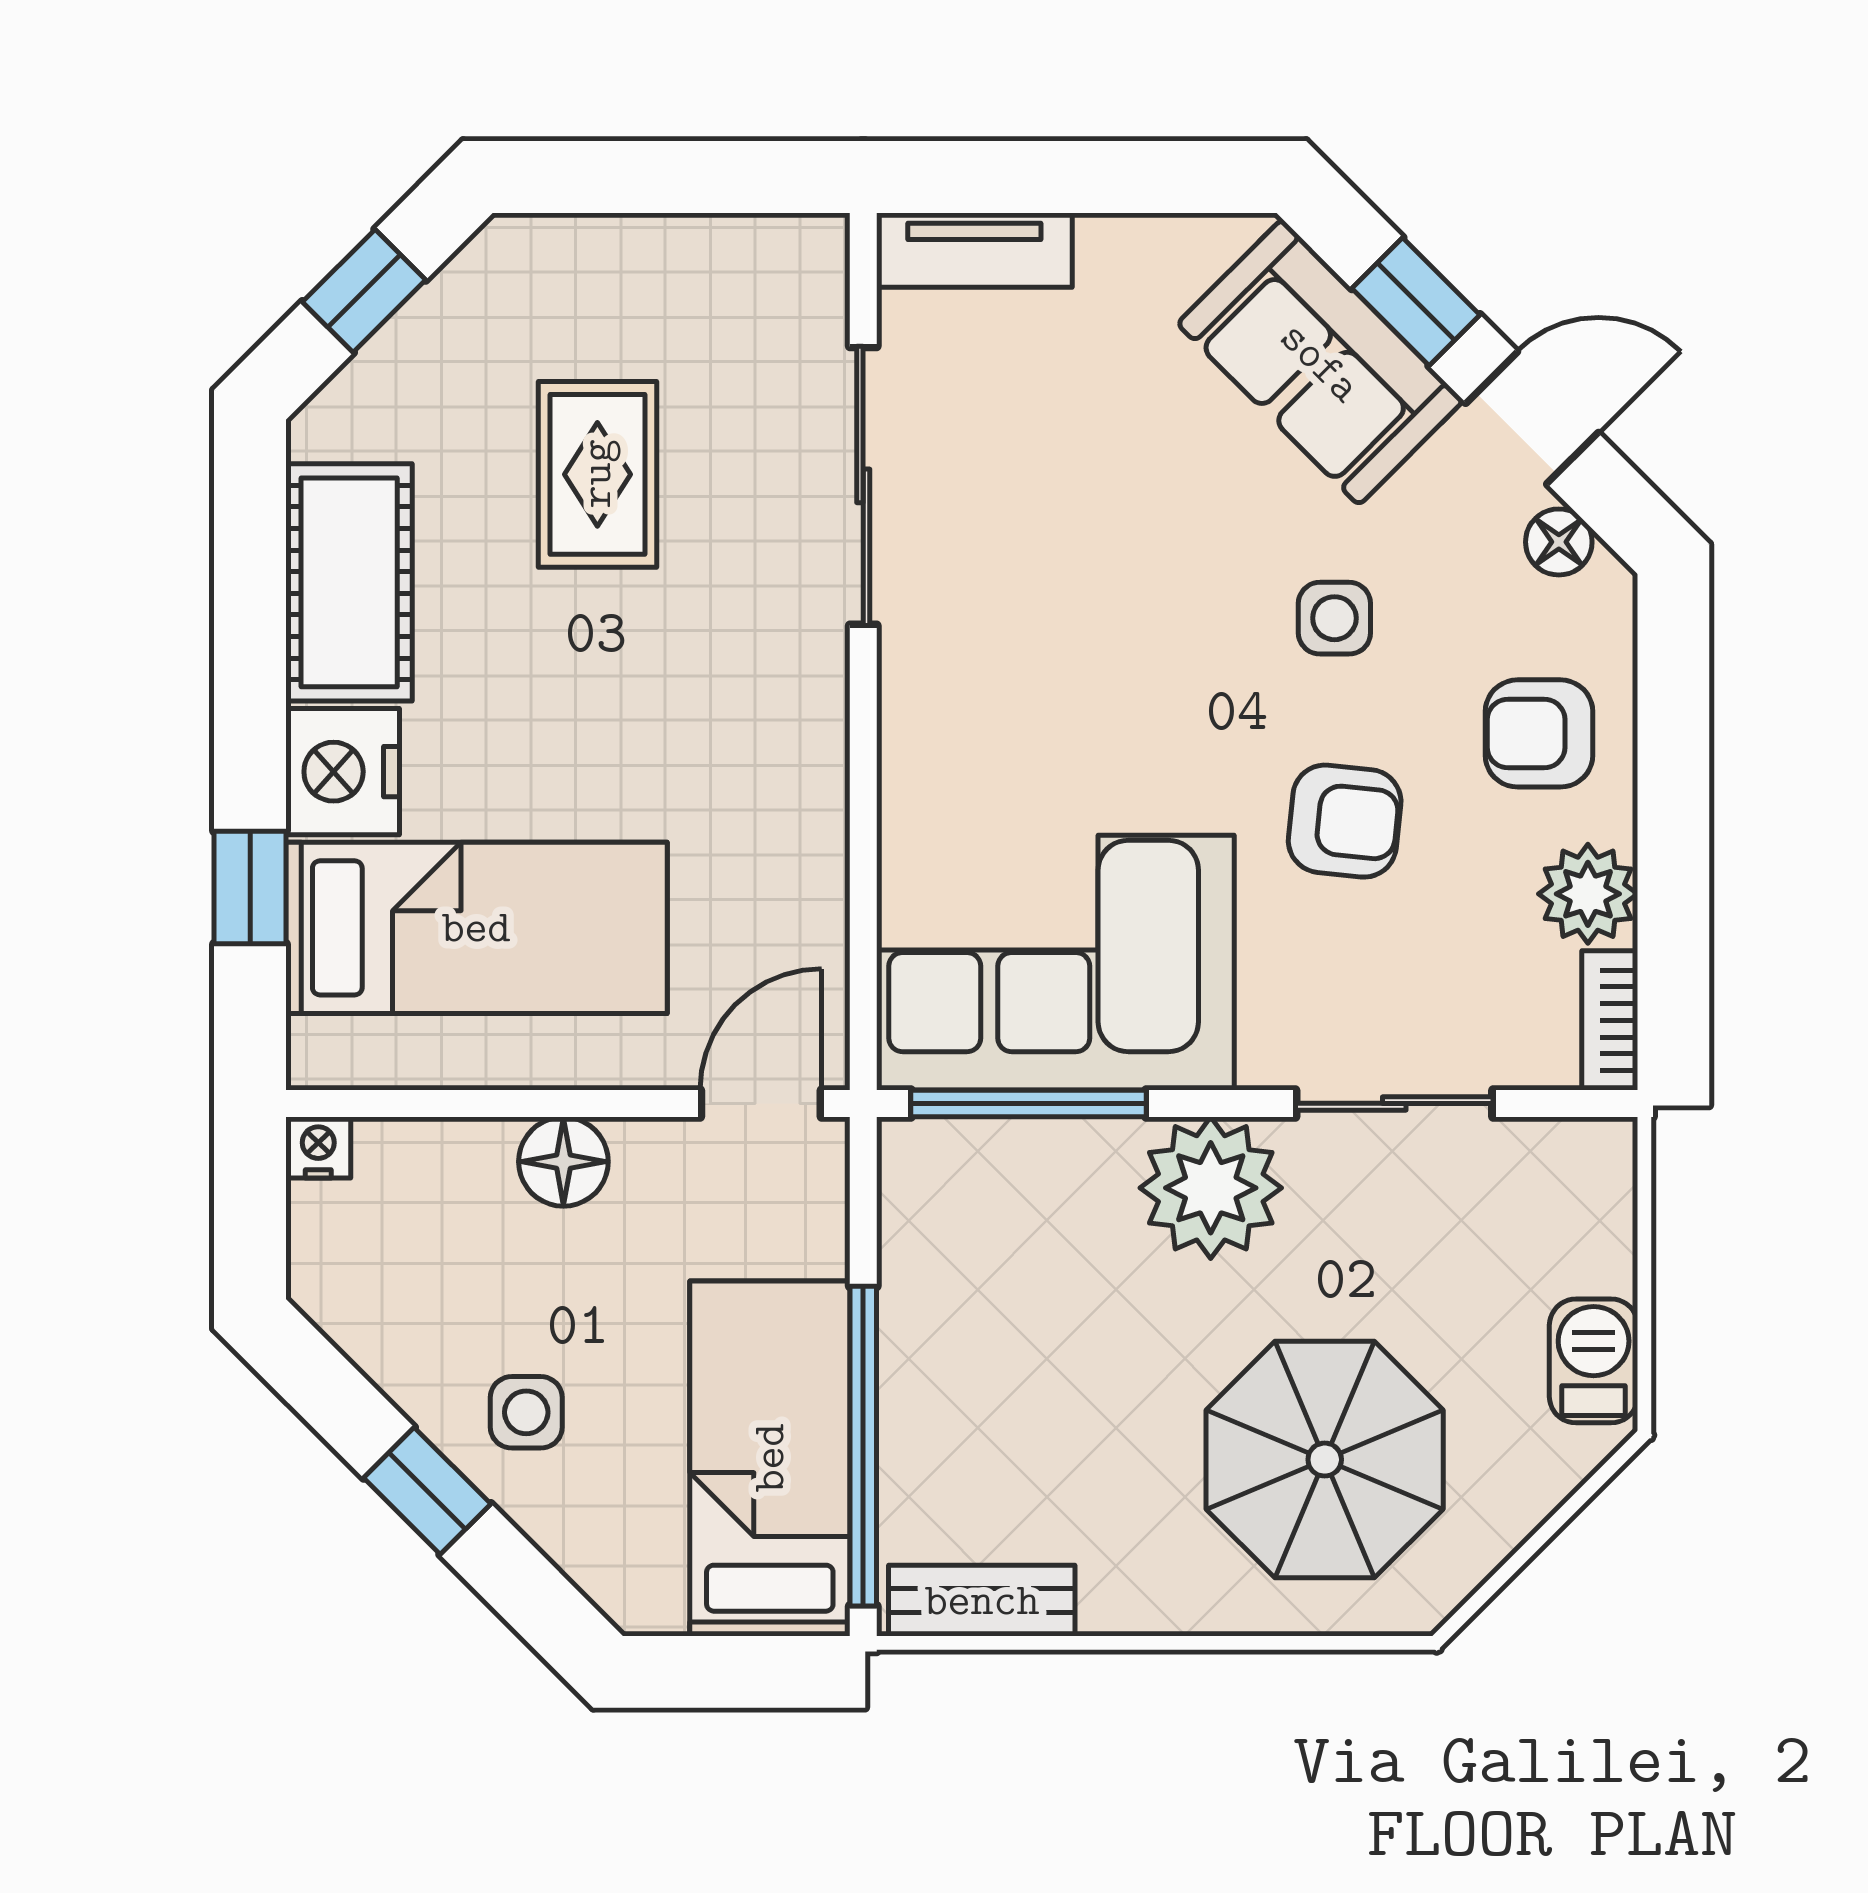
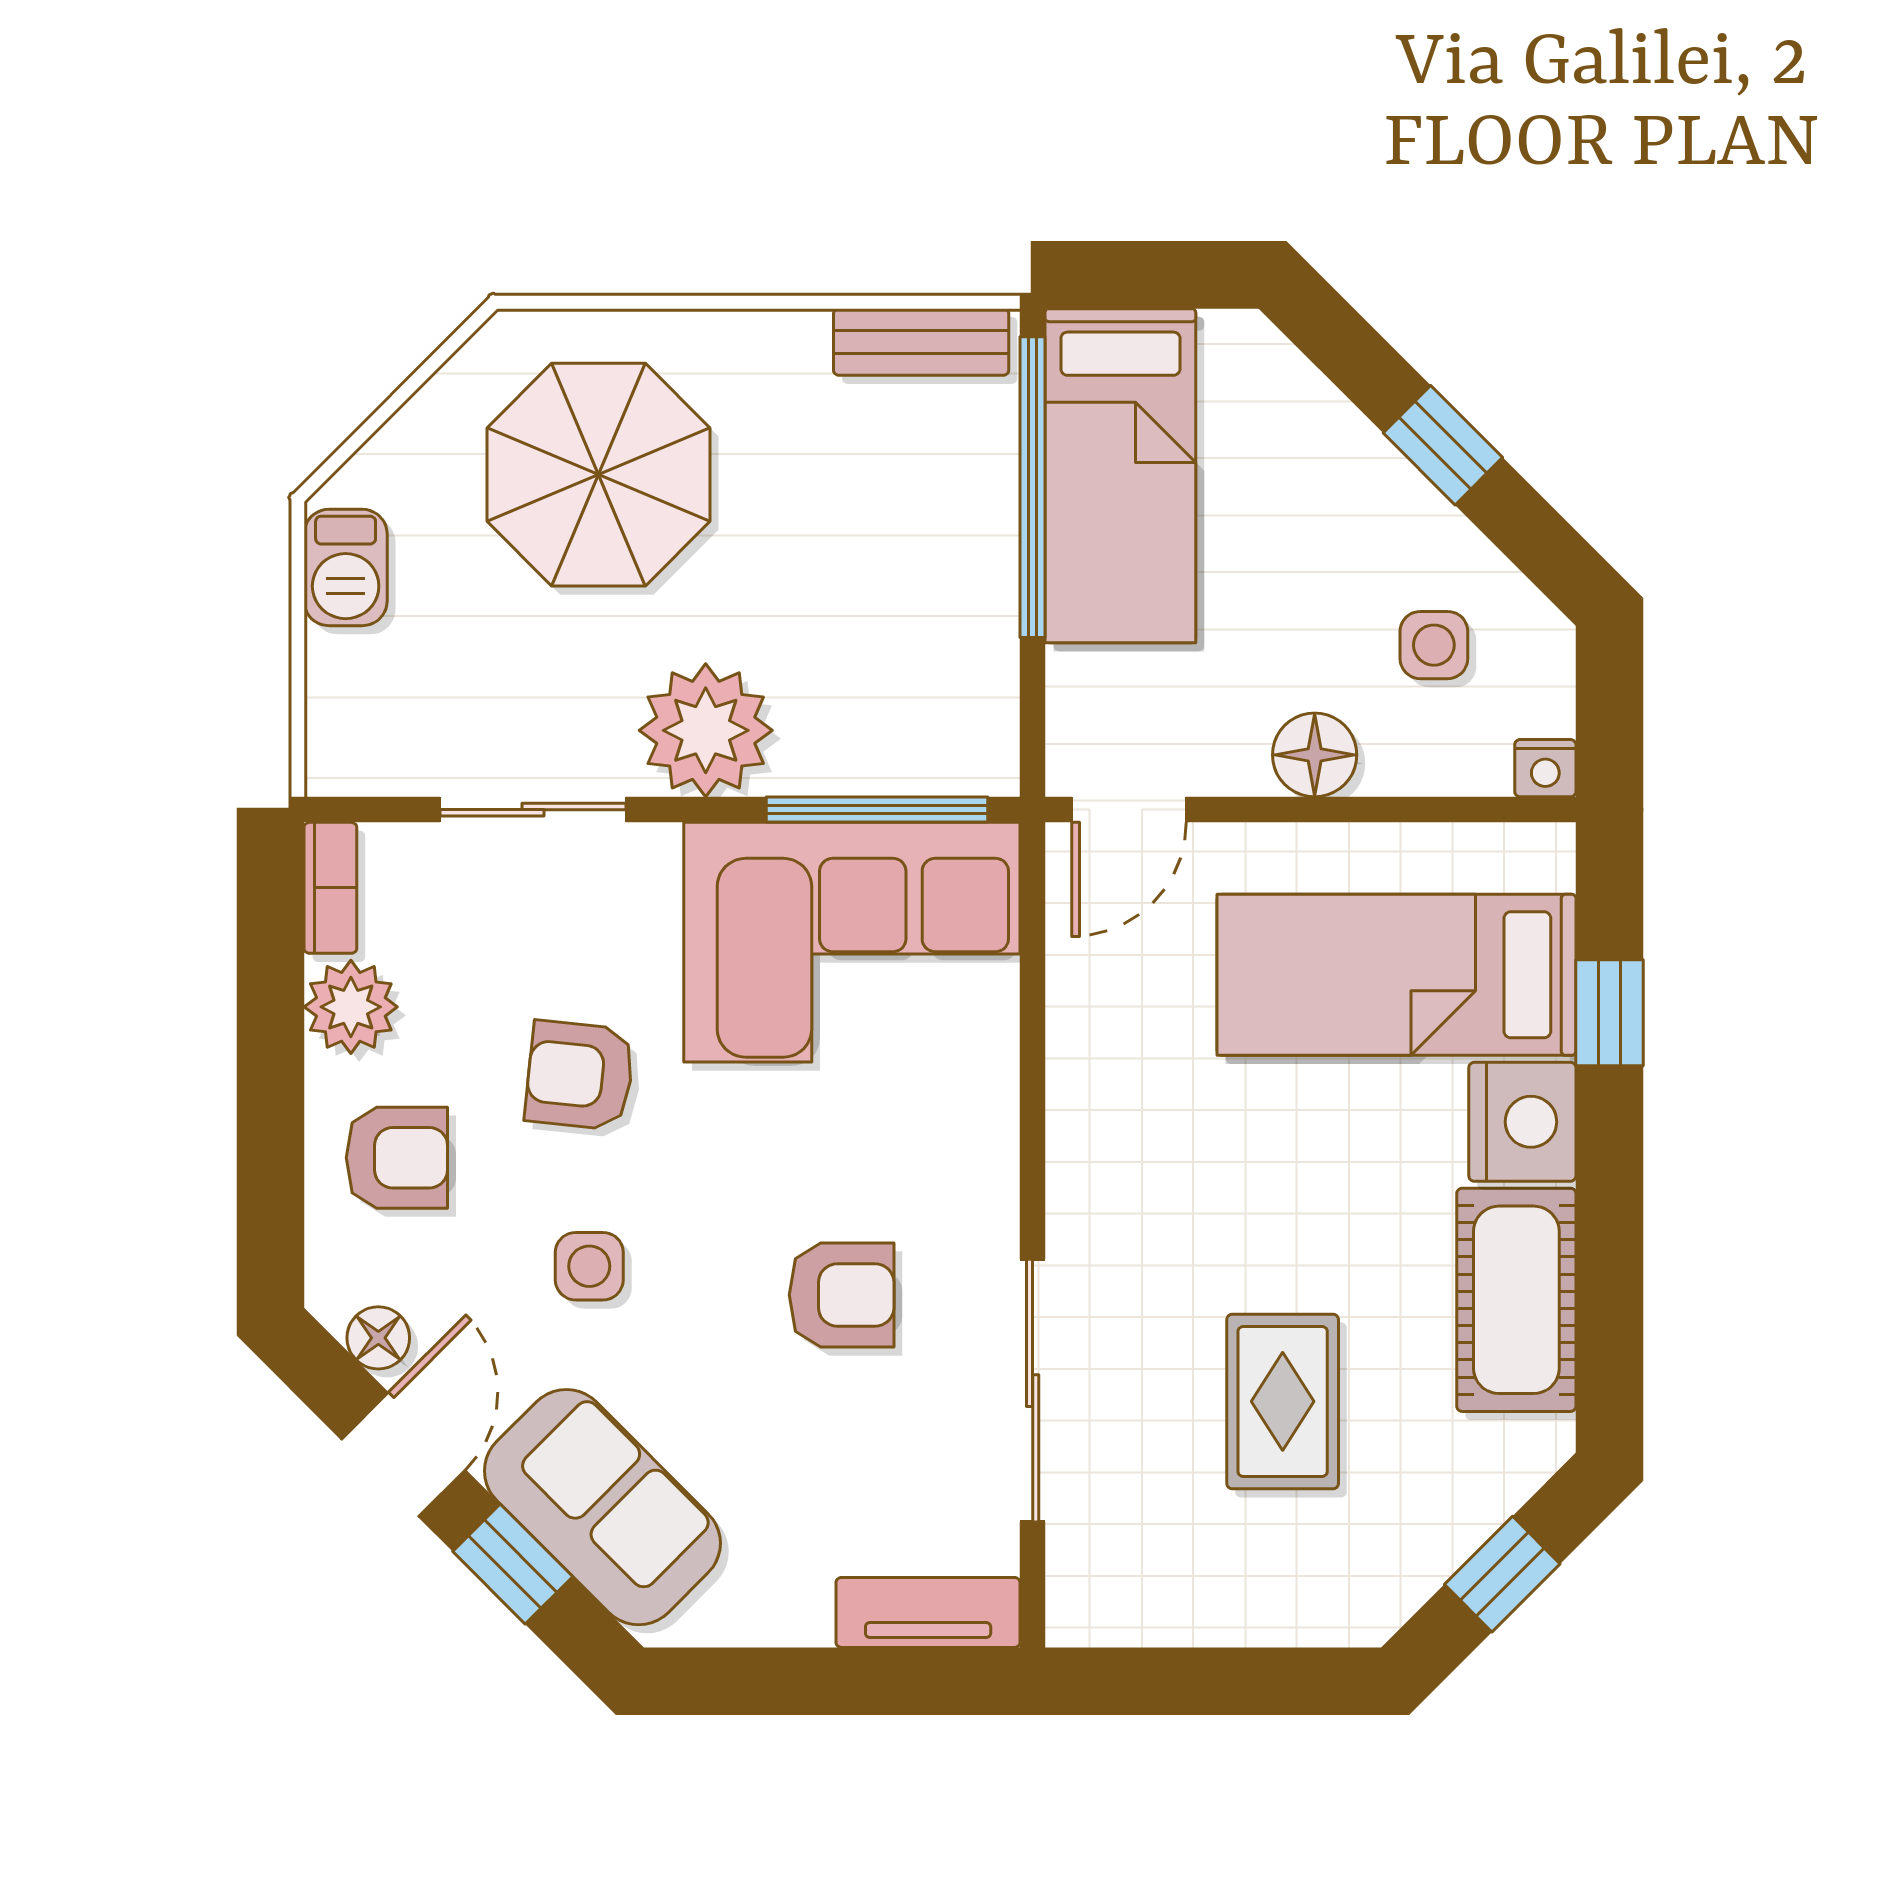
door: (1532, 418) -> (403, 1455), swing flipped
armchair: (1066, 588) -> (842, 1295), added
side table: (526, 1412) -> (1434, 645), moved

